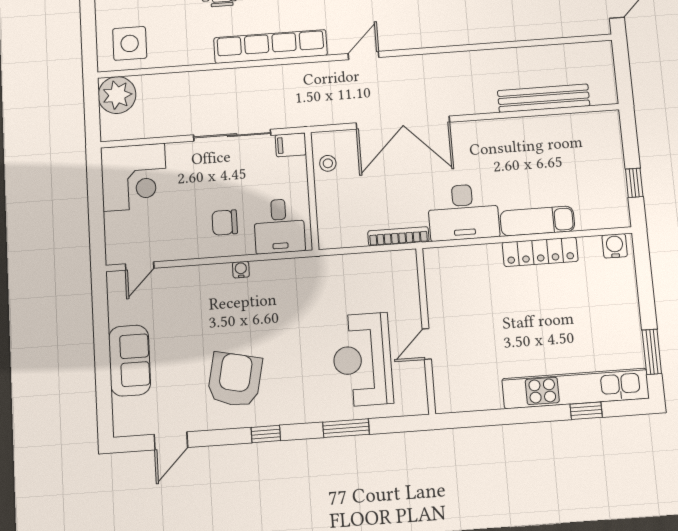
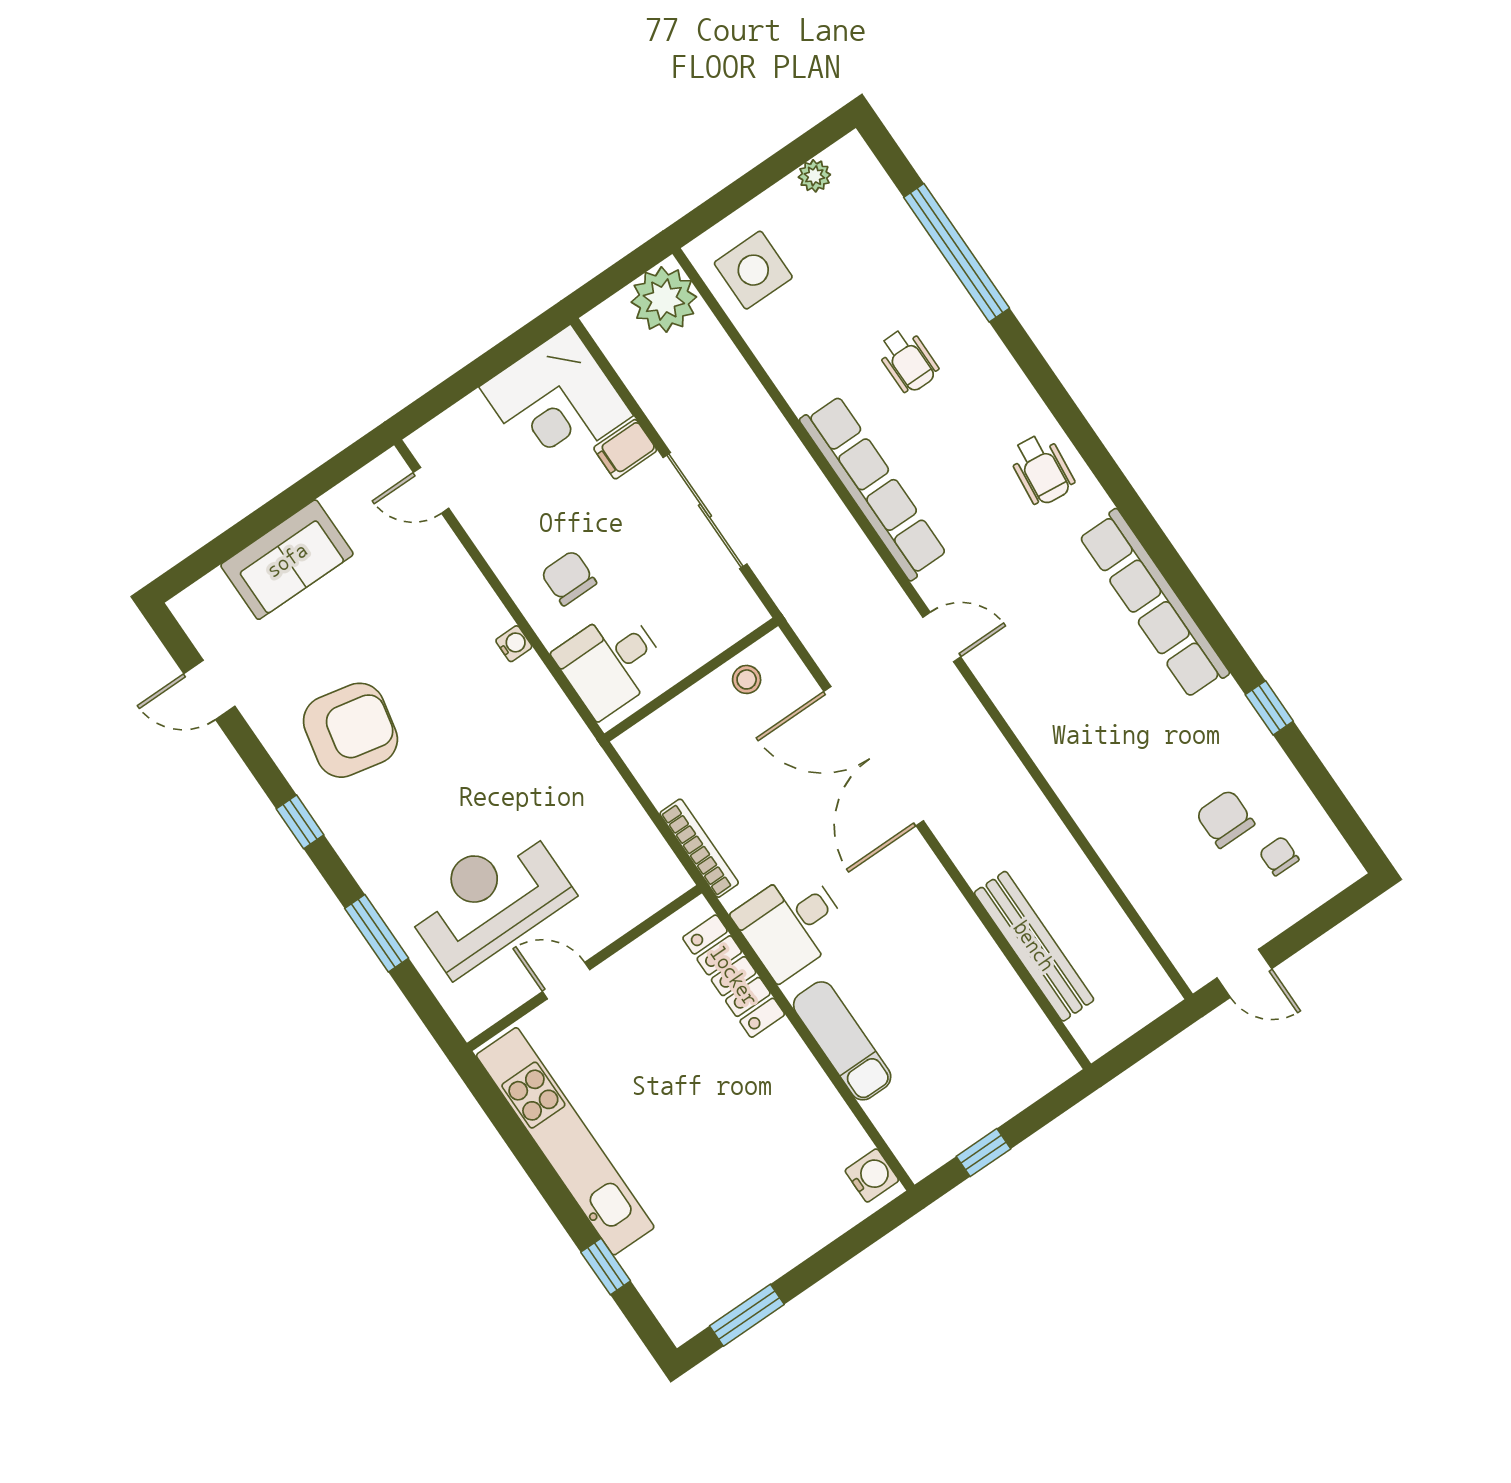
filing cabinet: (291, 145) -> (625, 449), moved, turned -90
desk: (463, 212) -> (791, 924), width x0.73
locker: (540, 252) -> (734, 976), moved
kitchen unit: (575, 389) -> (565, 1141), moved

